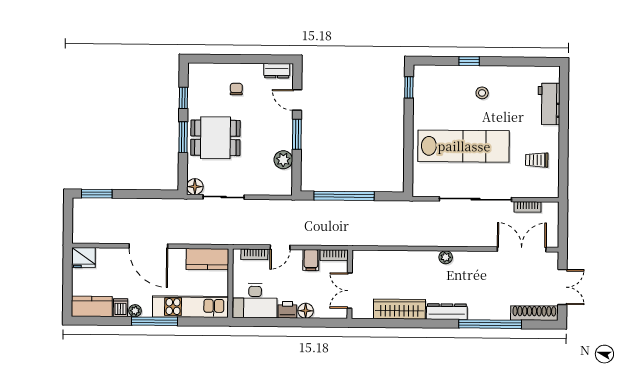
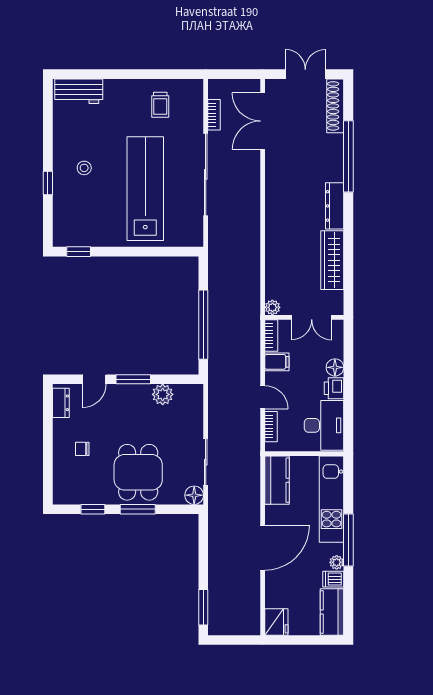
workbench: (549, 104) -> (79, 91), moved
plant: (446, 257) -> (272, 307), moved

